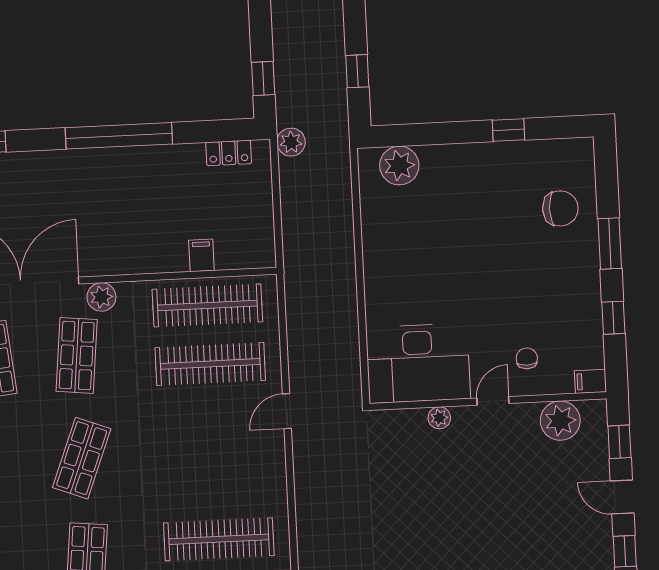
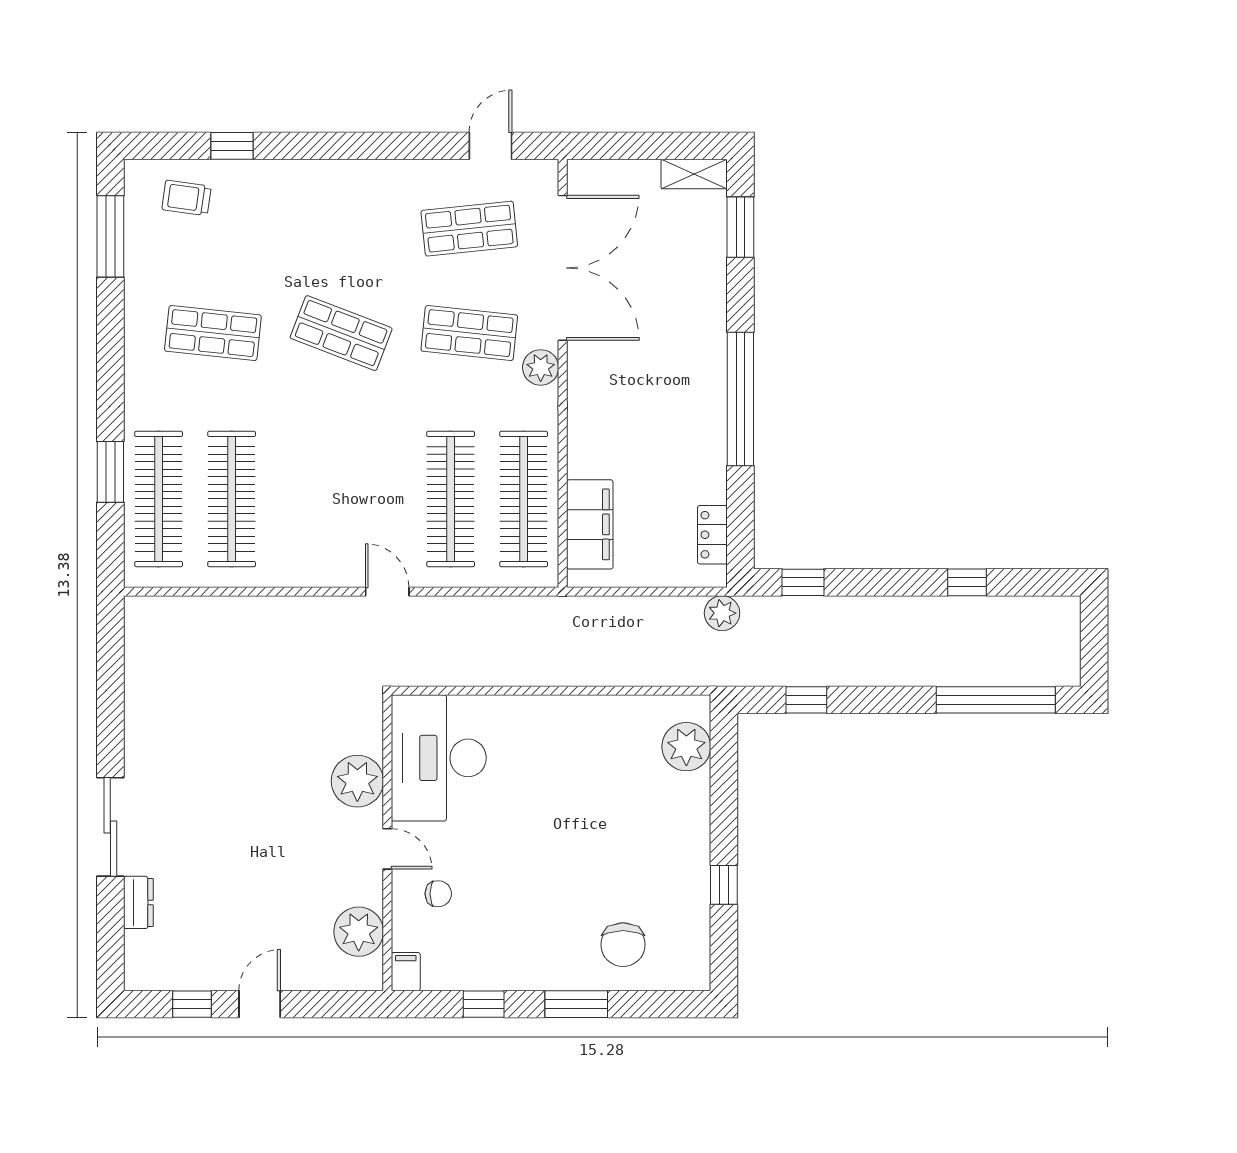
filing cabinet: (201, 255) -> (590, 524), width x3.00, depth x1.17
plant: (439, 418) -> (357, 781), width x1.87, depth x1.87
window: (619, 442) -> (329, 1004), removed

